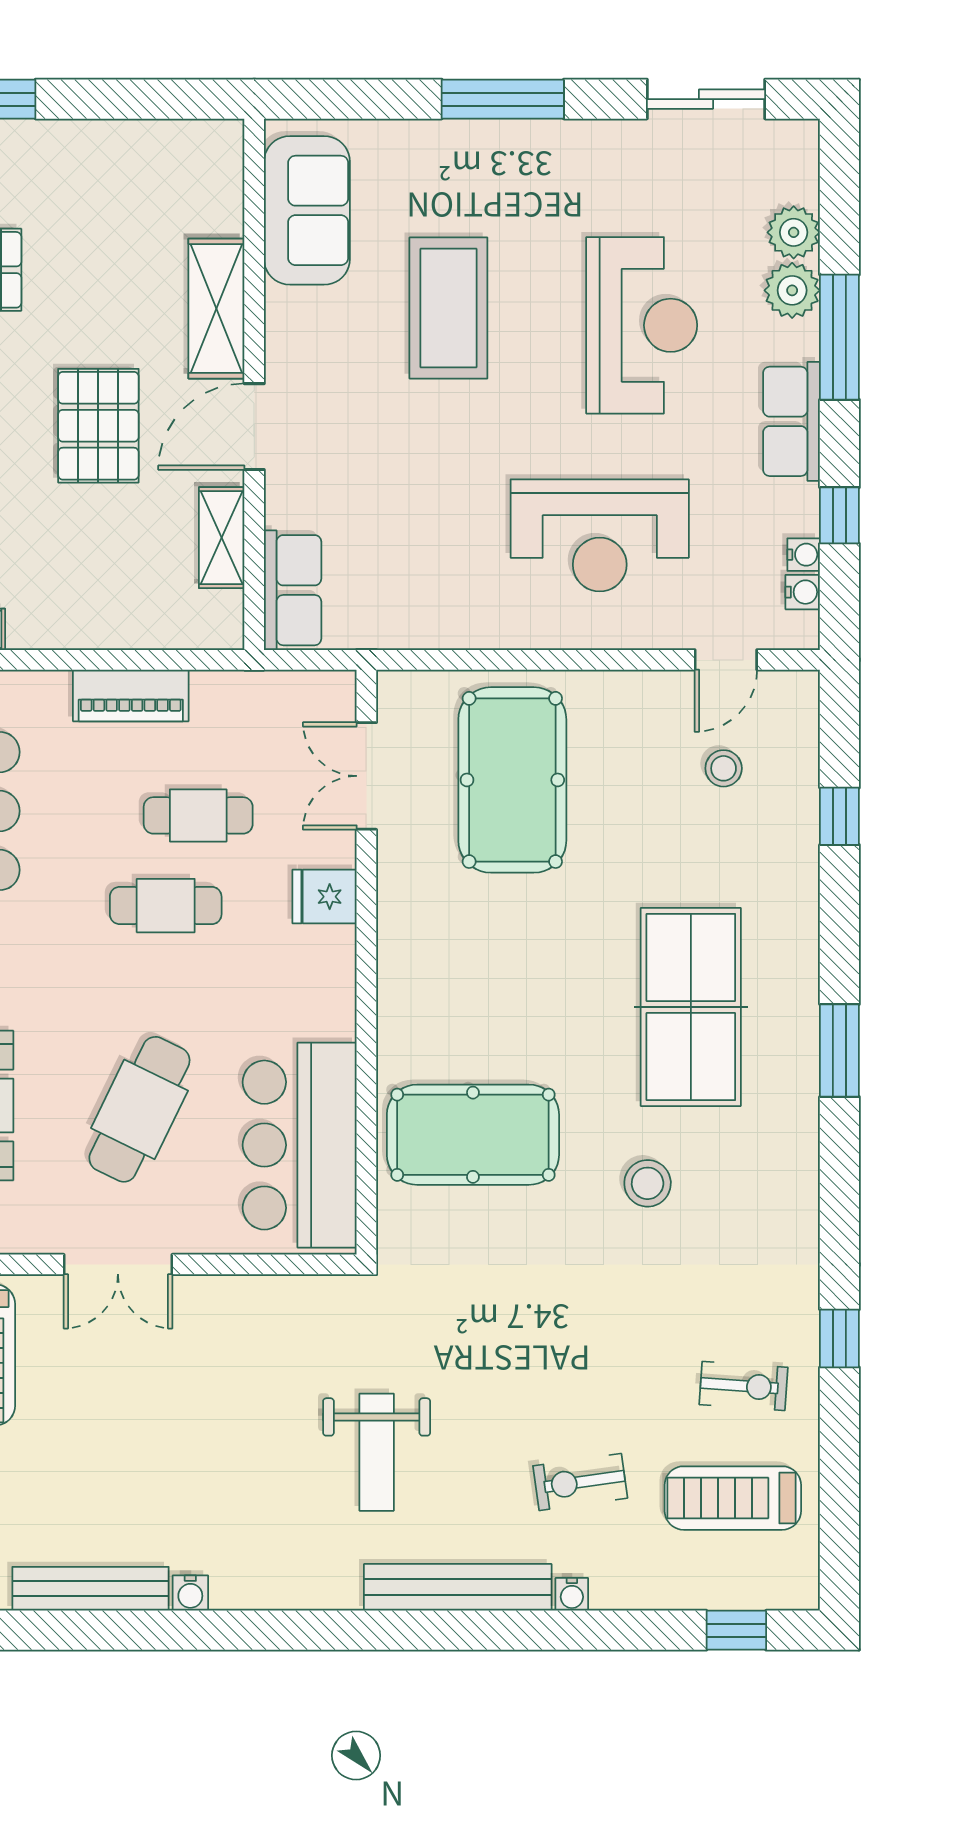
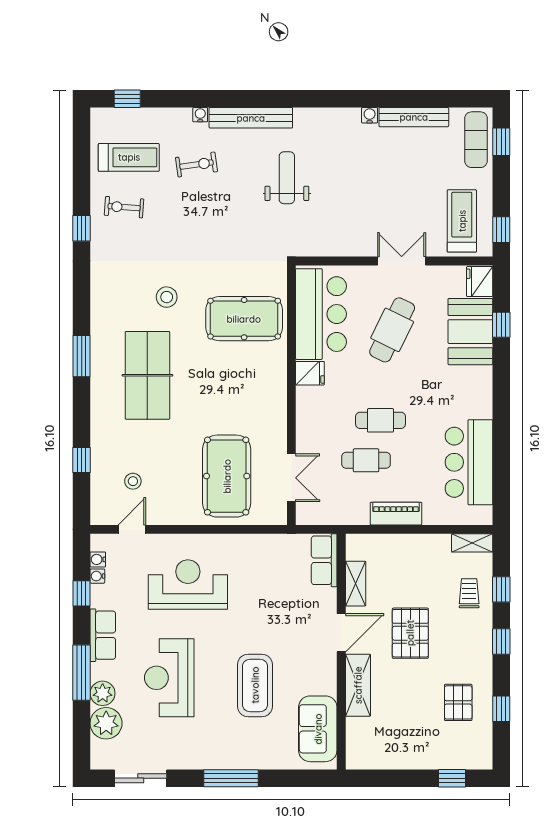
plant: (794, 232) -> (106, 723), width x1.36, depth x1.36
fridge: (325, 897) -> (310, 373), moved

